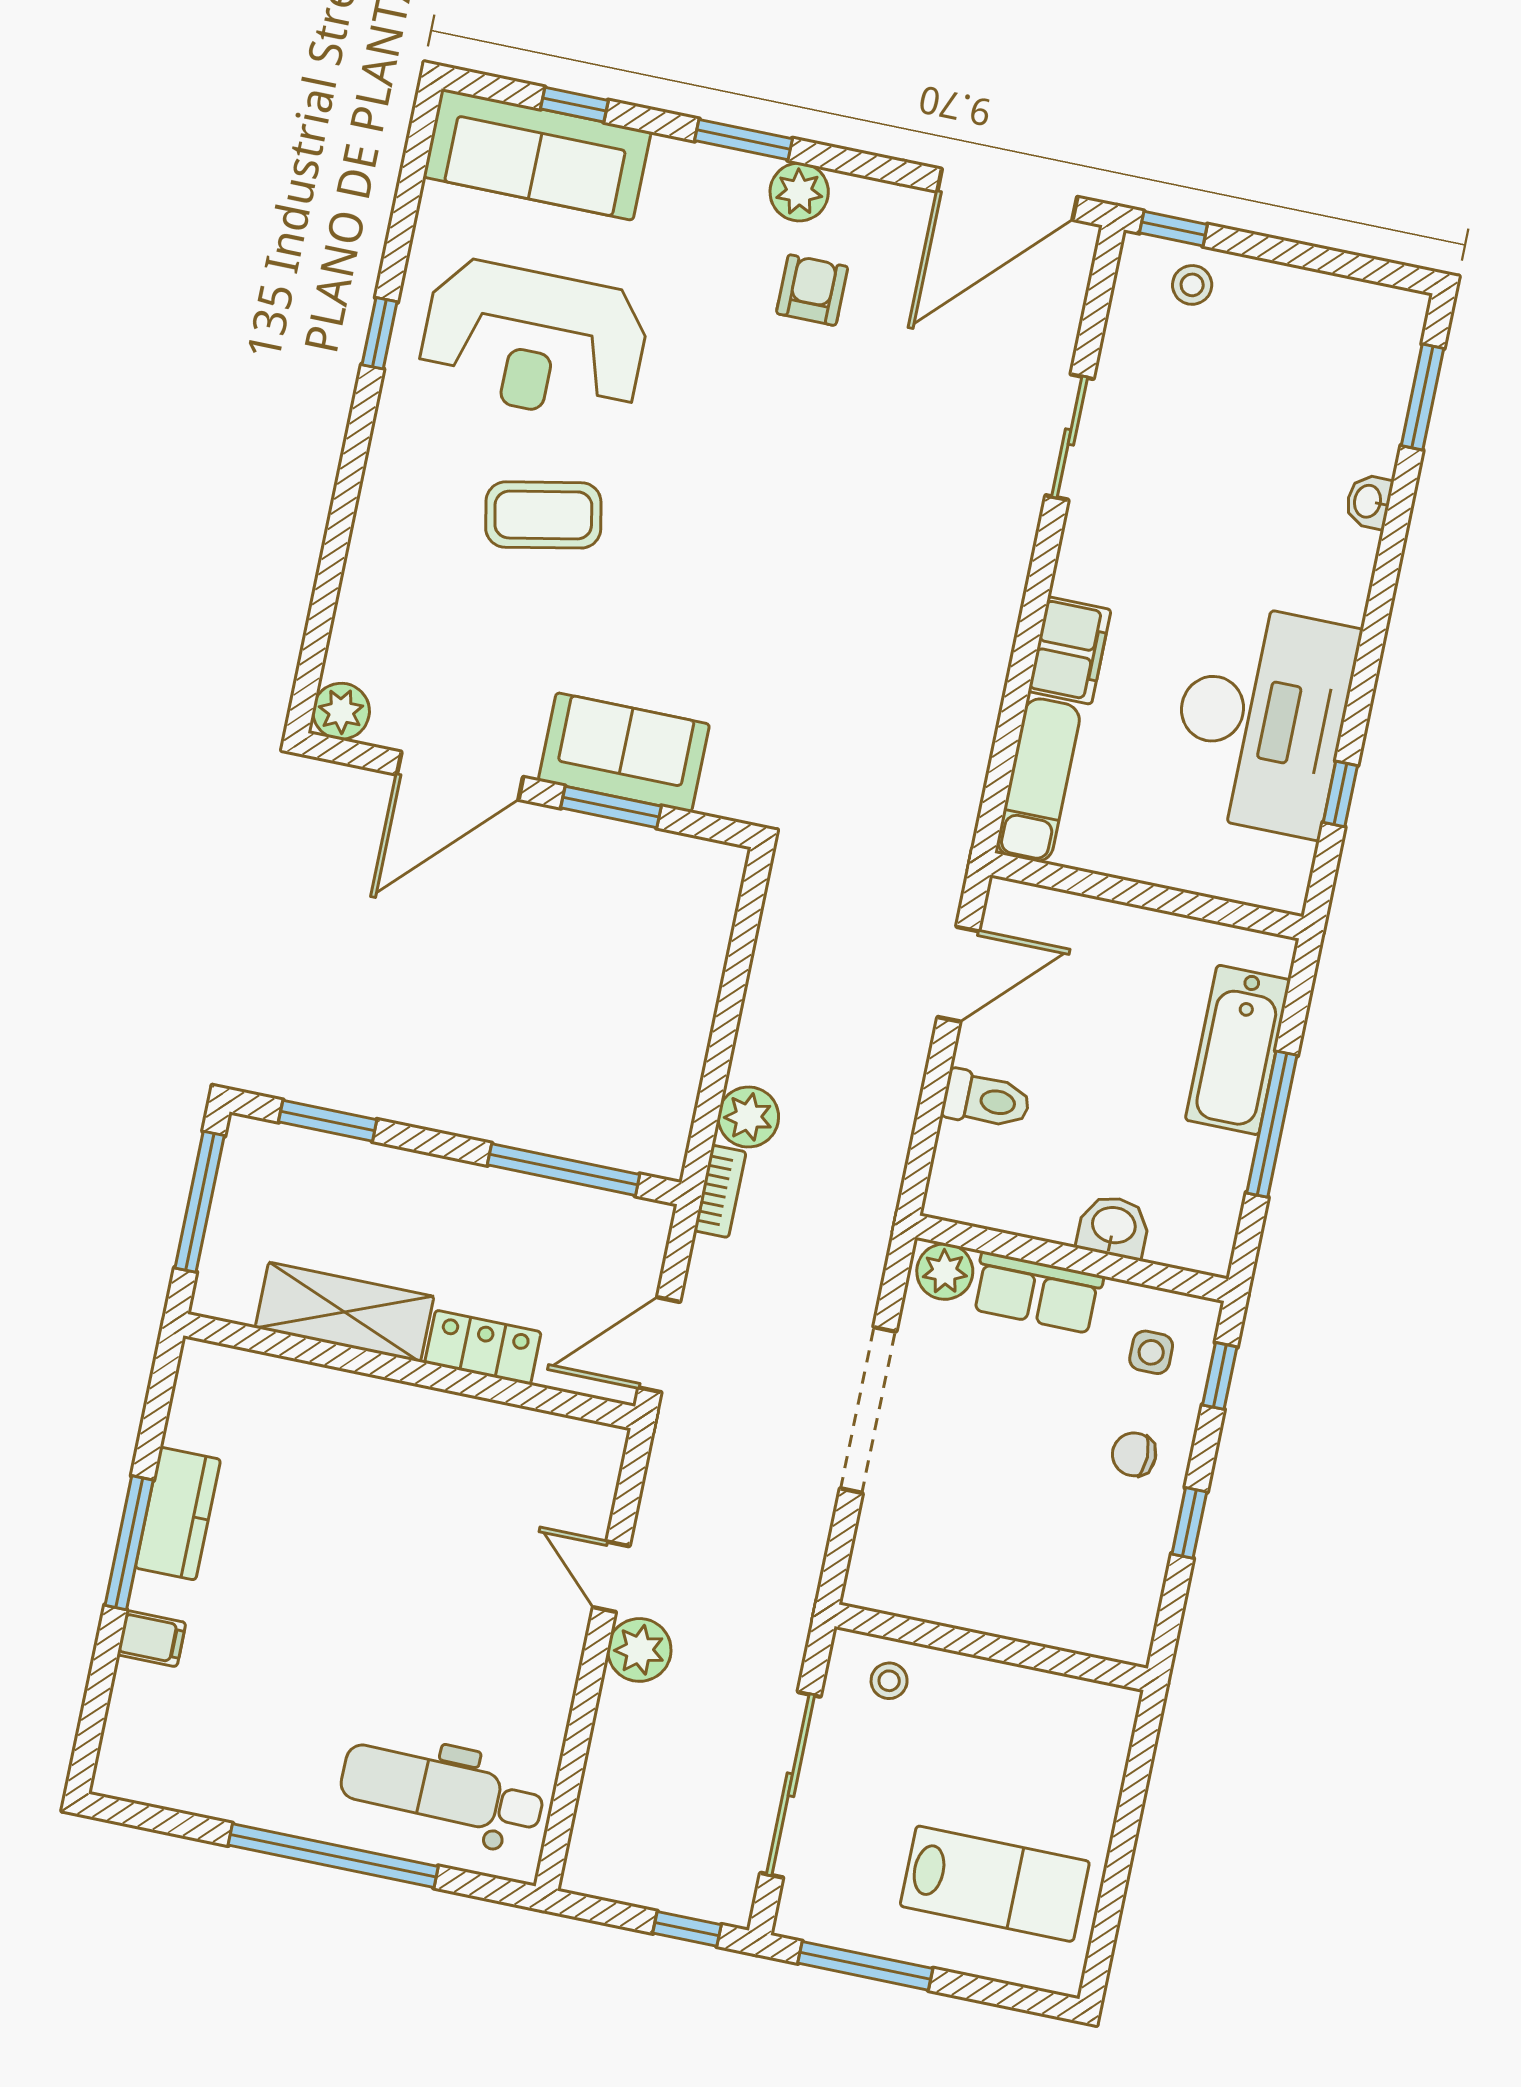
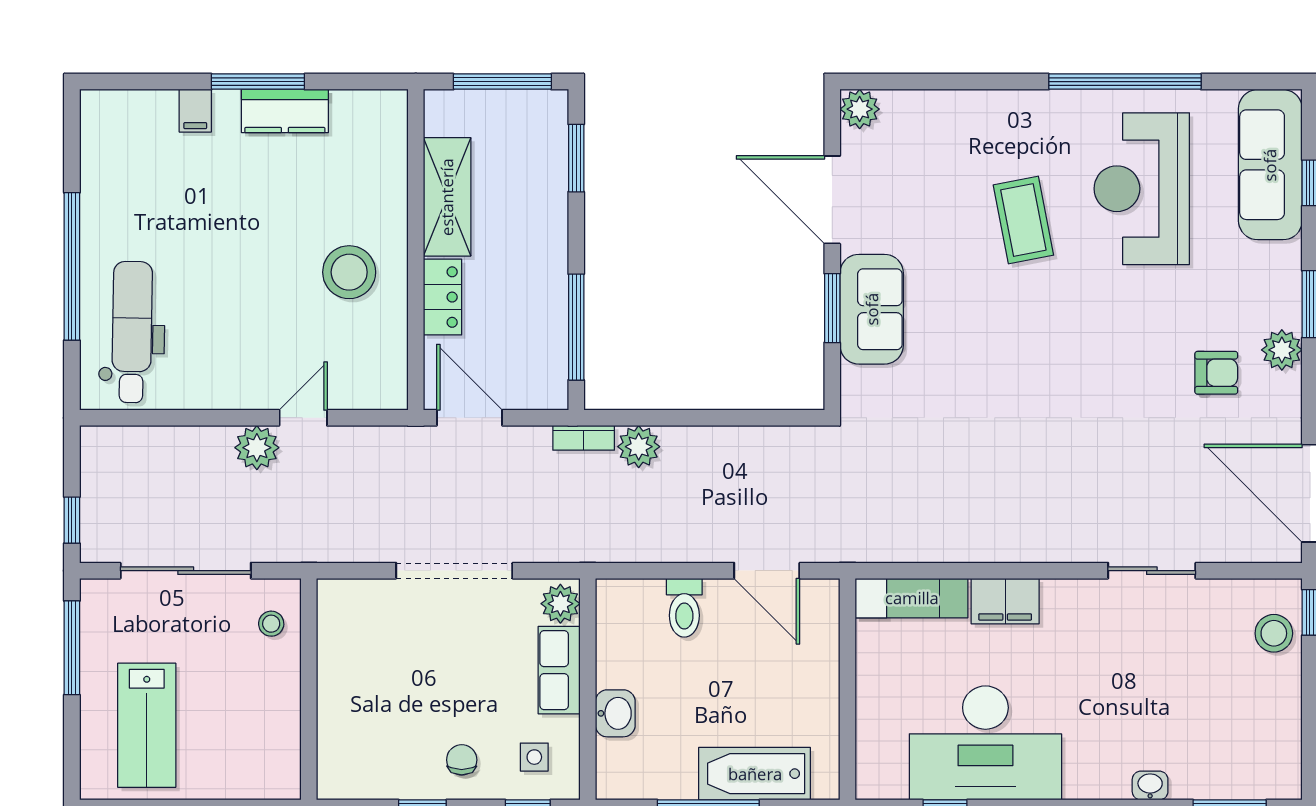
stool: (1192, 285) -> (1274, 633), width x1.37, depth x1.37
window: (380, 333) -> (1125, 82), width x3.17
stool: (421, 1470) -> (349, 272), added

